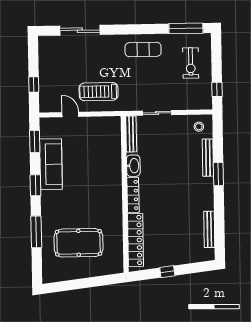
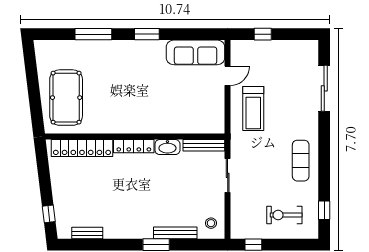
window: (186, 28) -> (324, 210), width x0.46
treadmill: (99, 92) -> (253, 109), turned 180
window: (35, 141) -> (197, 34), removed
sofa: (51, 164) -> (196, 52), moved
bench: (209, 229) -> (87, 233), width x0.73
pool table: (79, 243) -> (66, 98), moved
window: (167, 272) -> (49, 214), moved

